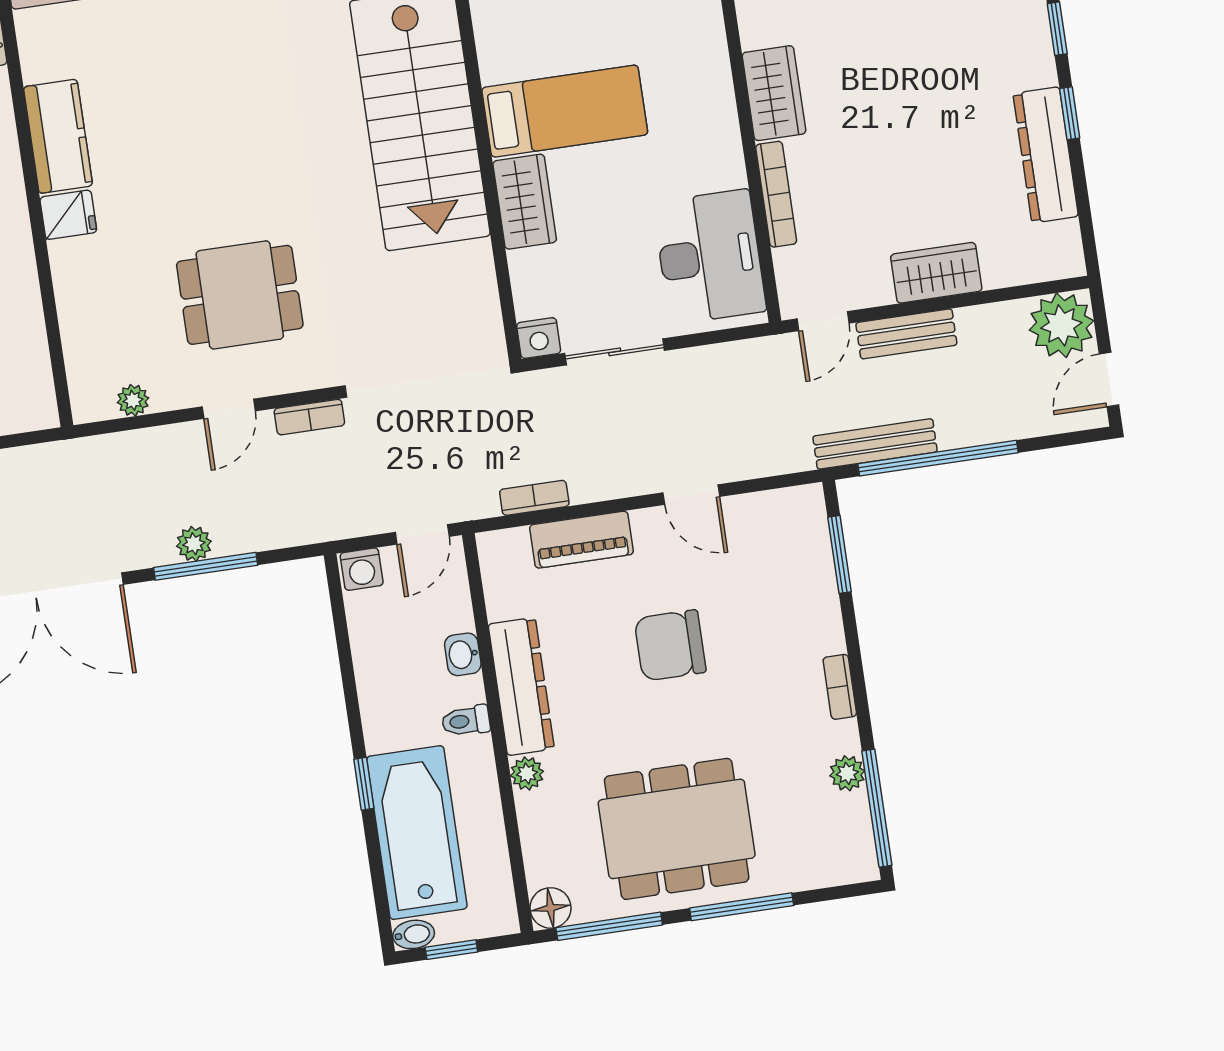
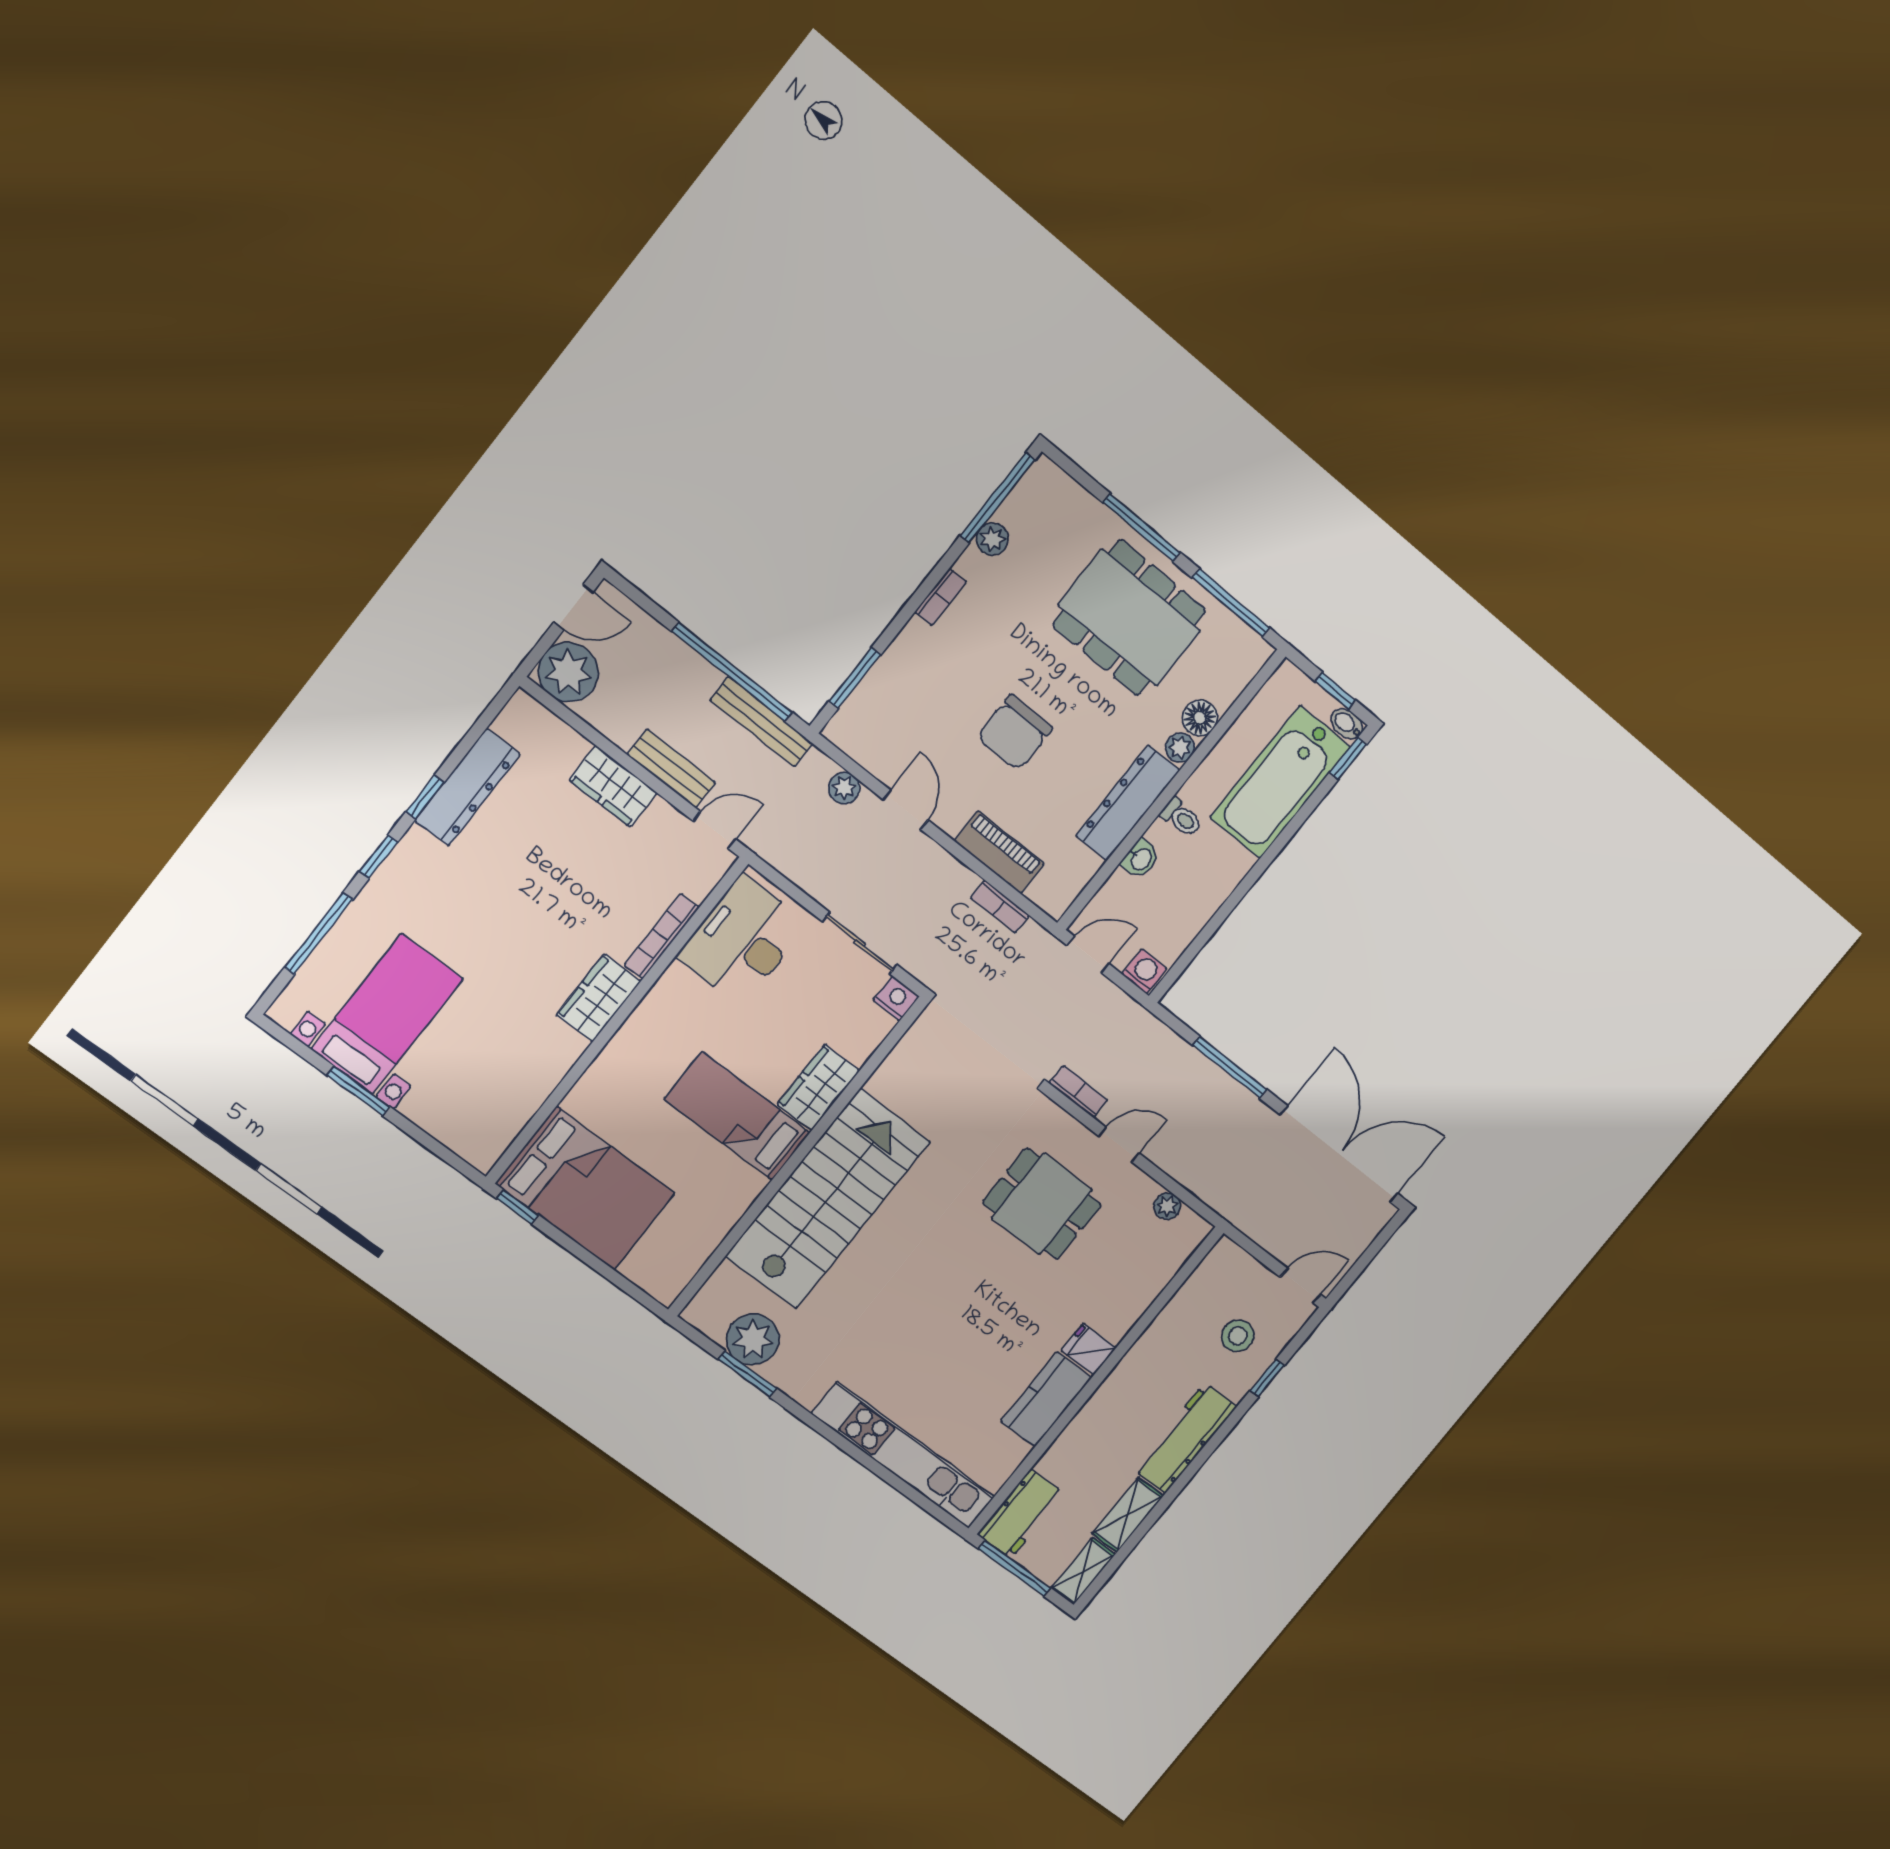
plant: (194, 544) -> (844, 788), moved
chair: (670, 645) -> (1015, 733), turned 90
window: (364, 784) -> (1348, 758), moved
floor lamp: (550, 908) -> (1200, 718), moved

